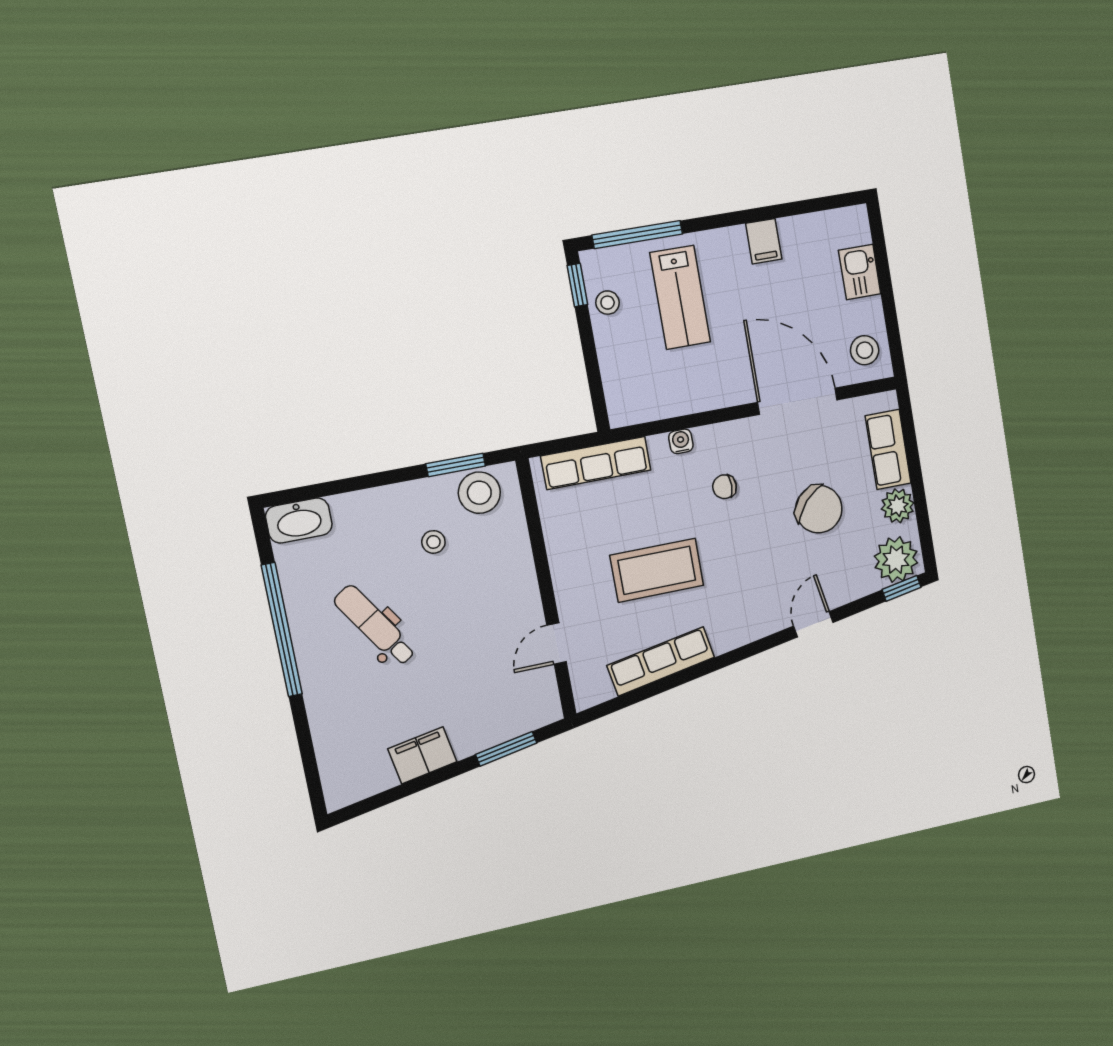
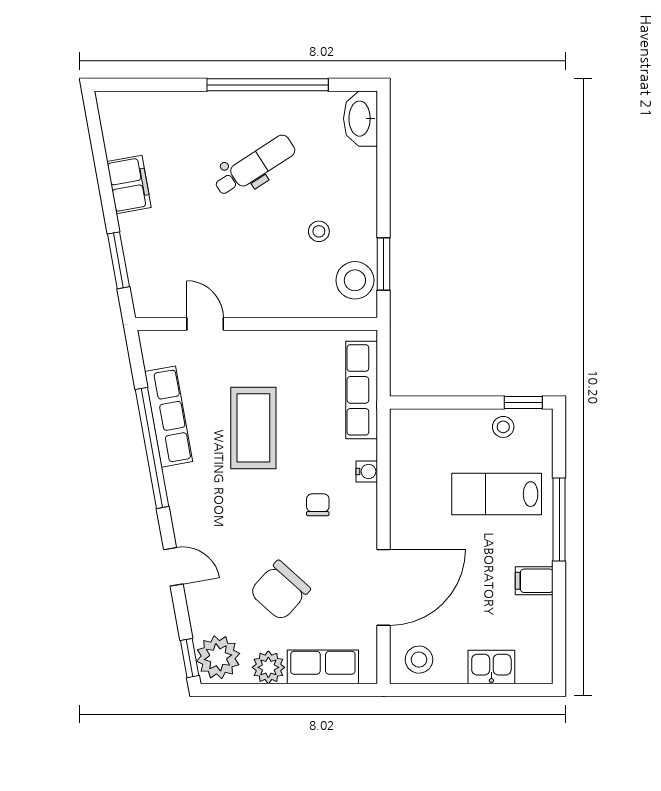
window: (637, 234) -> (559, 520), moved
window: (696, 672) -> (152, 448), added

